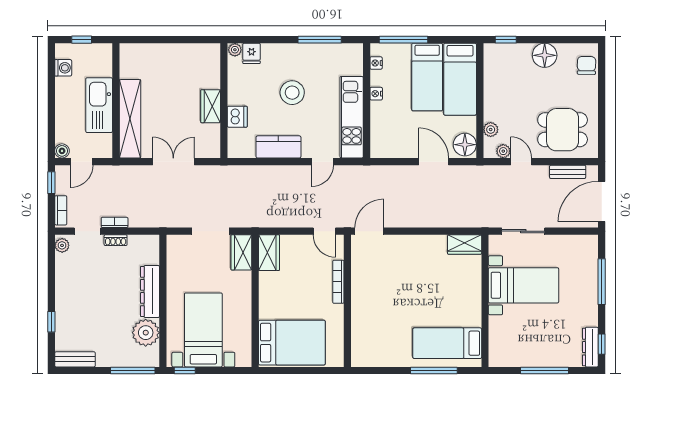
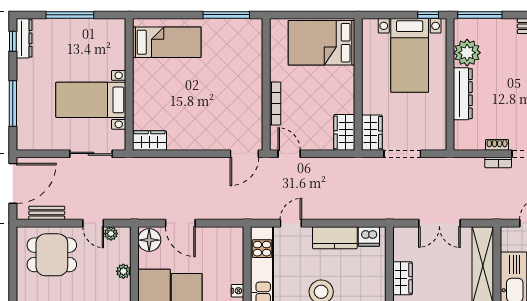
dishwasher: (237, 117) -> (369, 236), moved, turned -90
plant: (491, 130) -> (123, 271), moved
window: (434, 371) -> (226, 15), moved

